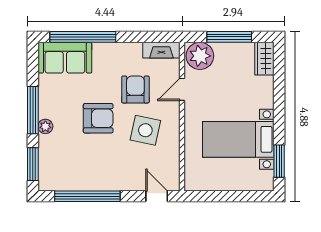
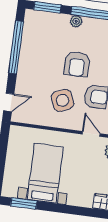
side table: (145, 130) -> (62, 100), turned -35

